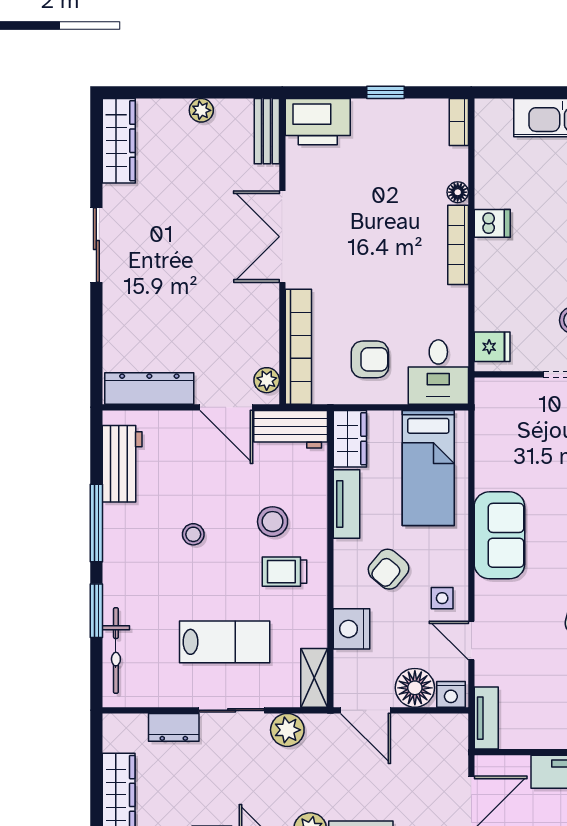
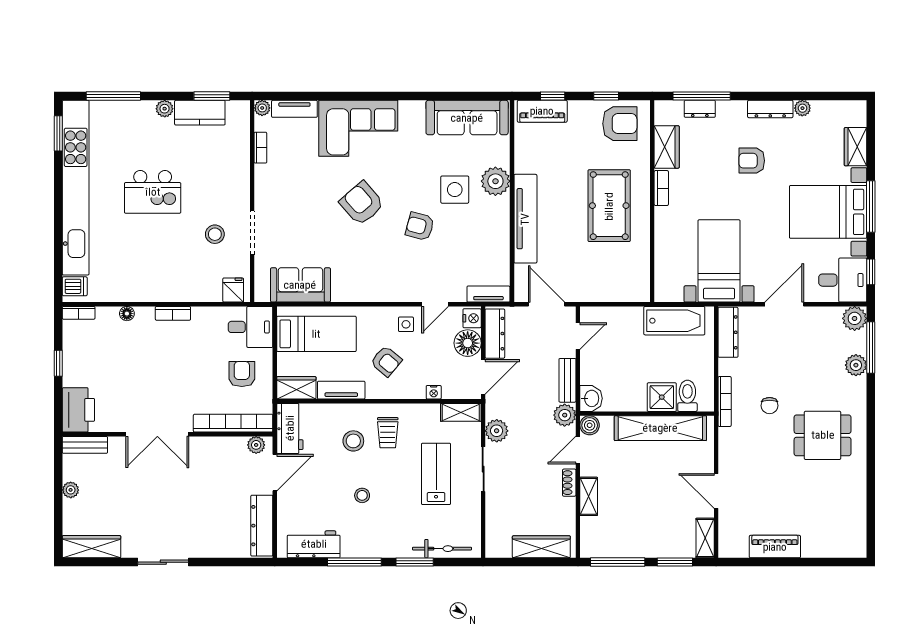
dishwasher: (492, 223) -> (75, 286), moved, turned 90
bookcase: (458, 245) -> (173, 313), width x0.64
sofa: (499, 535) -> (300, 285), moved
nightstand: (351, 629) -> (434, 392), width x0.53, depth x0.56
dresser: (174, 727) -> (495, 334), moved, width x1.44

